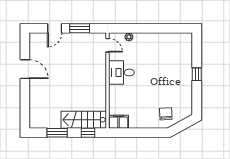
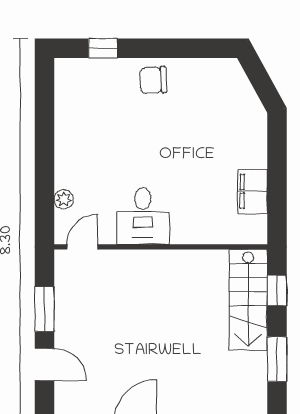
window: (197, 74) -> (103, 48), moved
chair: (166, 114) -> (153, 80), moved
filing cabinet: (119, 122) -> (253, 191), moved

